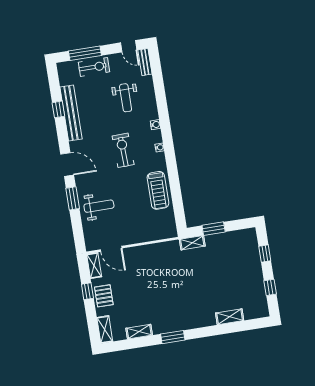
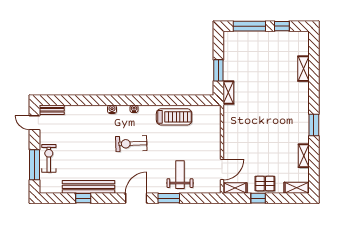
door: (129, 46) -> (35, 123), swing flipped
weight bench: (126, 98) -> (82, 133), removed
window: (265, 254) -> (249, 26), width x2.17

